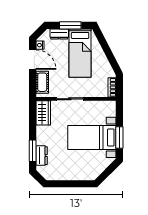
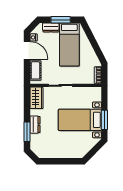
dresser: (42, 156) -> (35, 125), moved

